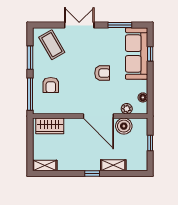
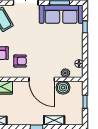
sofa: (137, 54) -> (61, 14), moved, turned -90
armchair: (102, 73) -> (20, 61), moved

